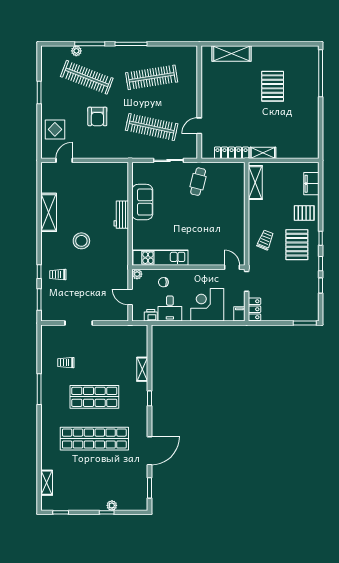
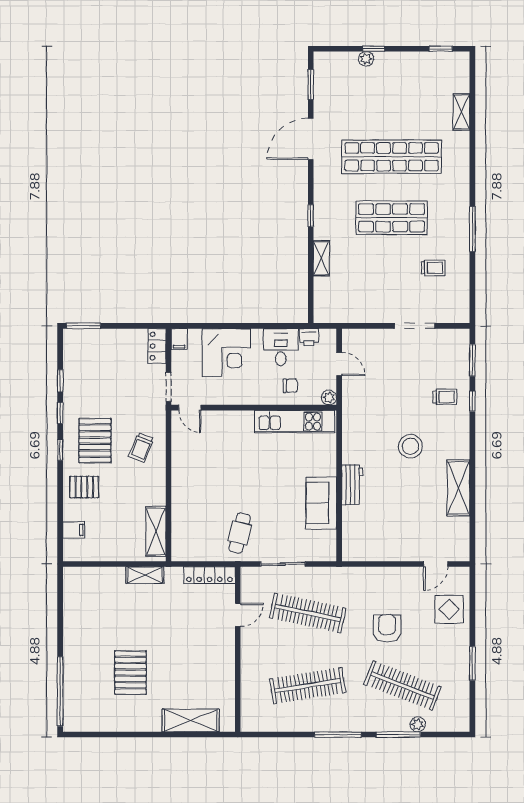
locker: (232, 153) -> (209, 575), moved
filing cabinet: (311, 184) -> (74, 530), width x0.50
shelving: (47, 483) -> (461, 112), moved

